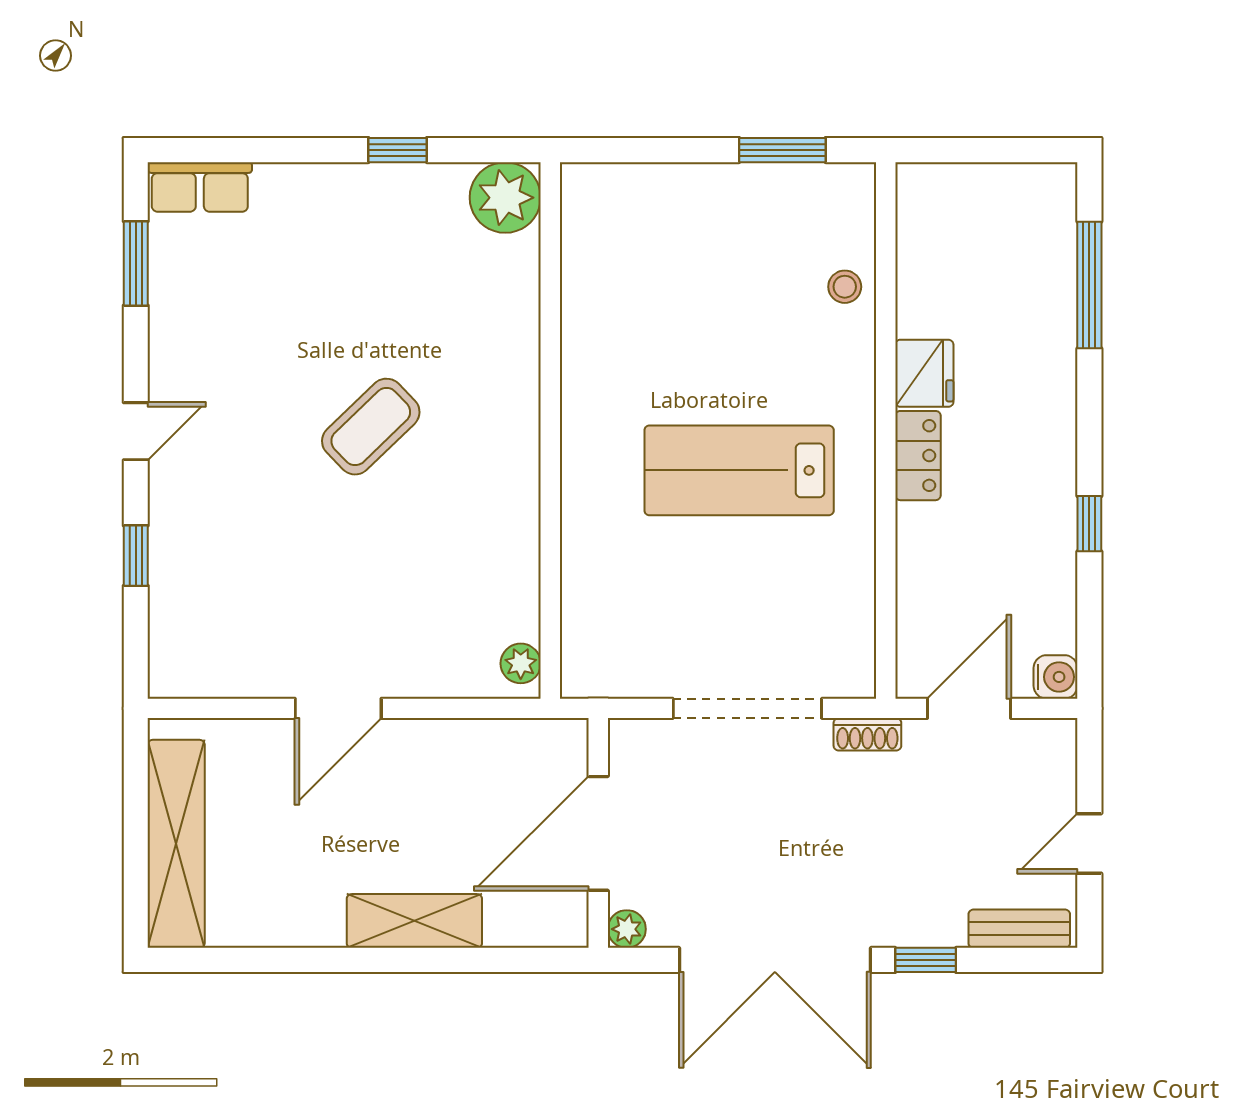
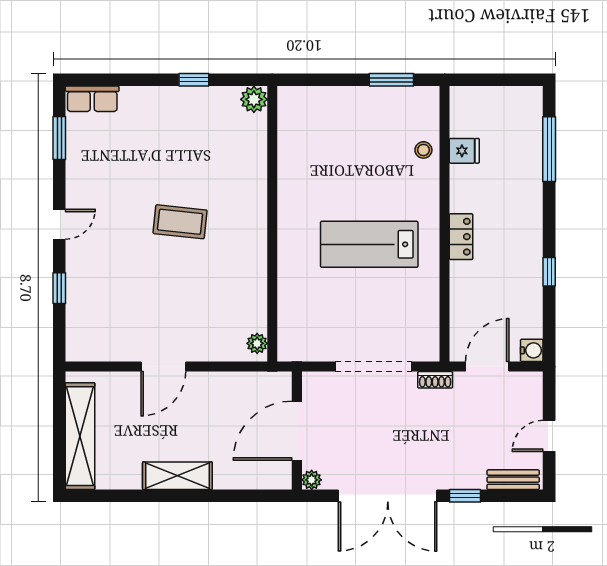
plant: (505, 198) -> (254, 99), width x0.73, depth x0.73
fridge: (924, 373) -> (464, 151), moved, width x0.72
coffee table: (371, 427) -> (180, 222), turned 50
shelving: (414, 921) -> (177, 476), moved

